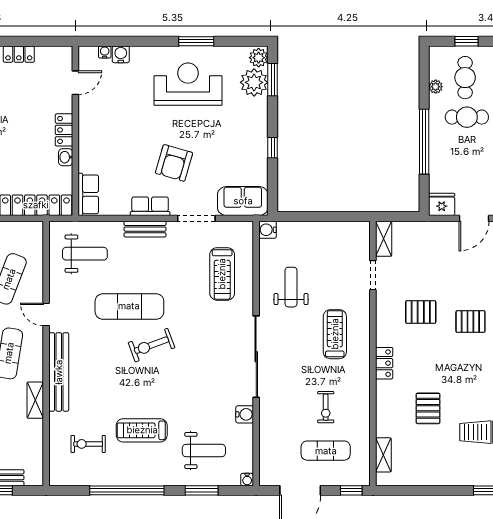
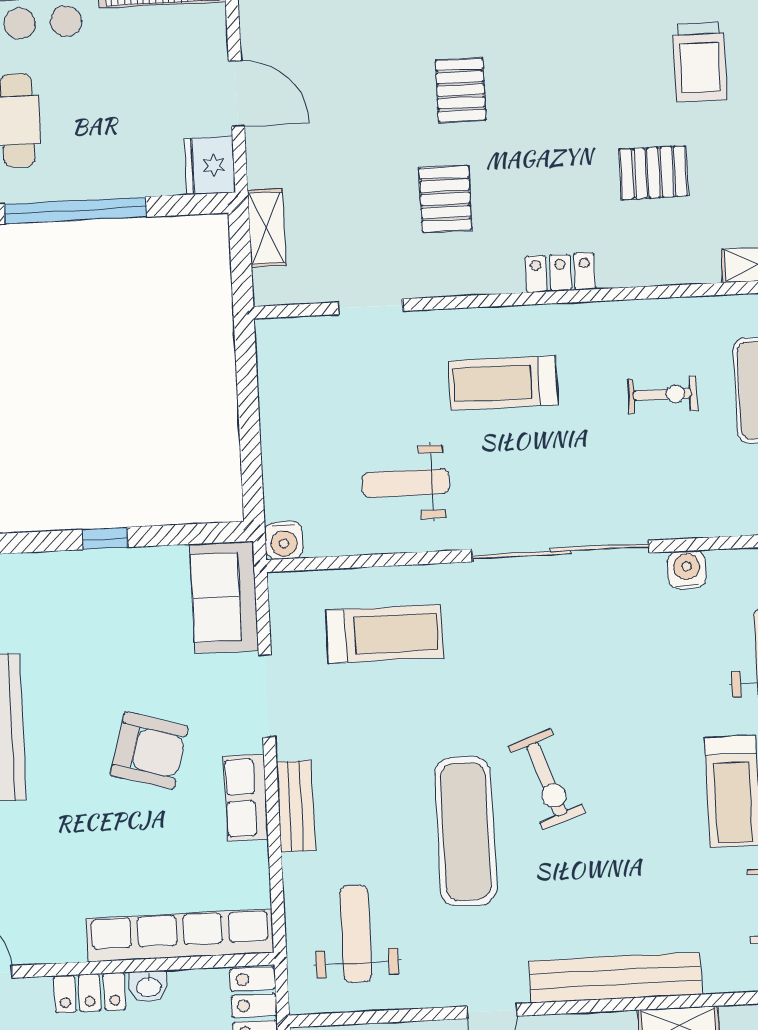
row of seats: (88, 194) -> (180, 935), width x2.02
shelving: (384, 239) -> (267, 228), moved, turned 90

